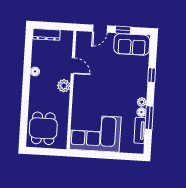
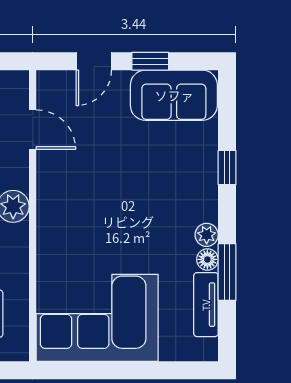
door: (73, 66) -> (33, 130), moved

